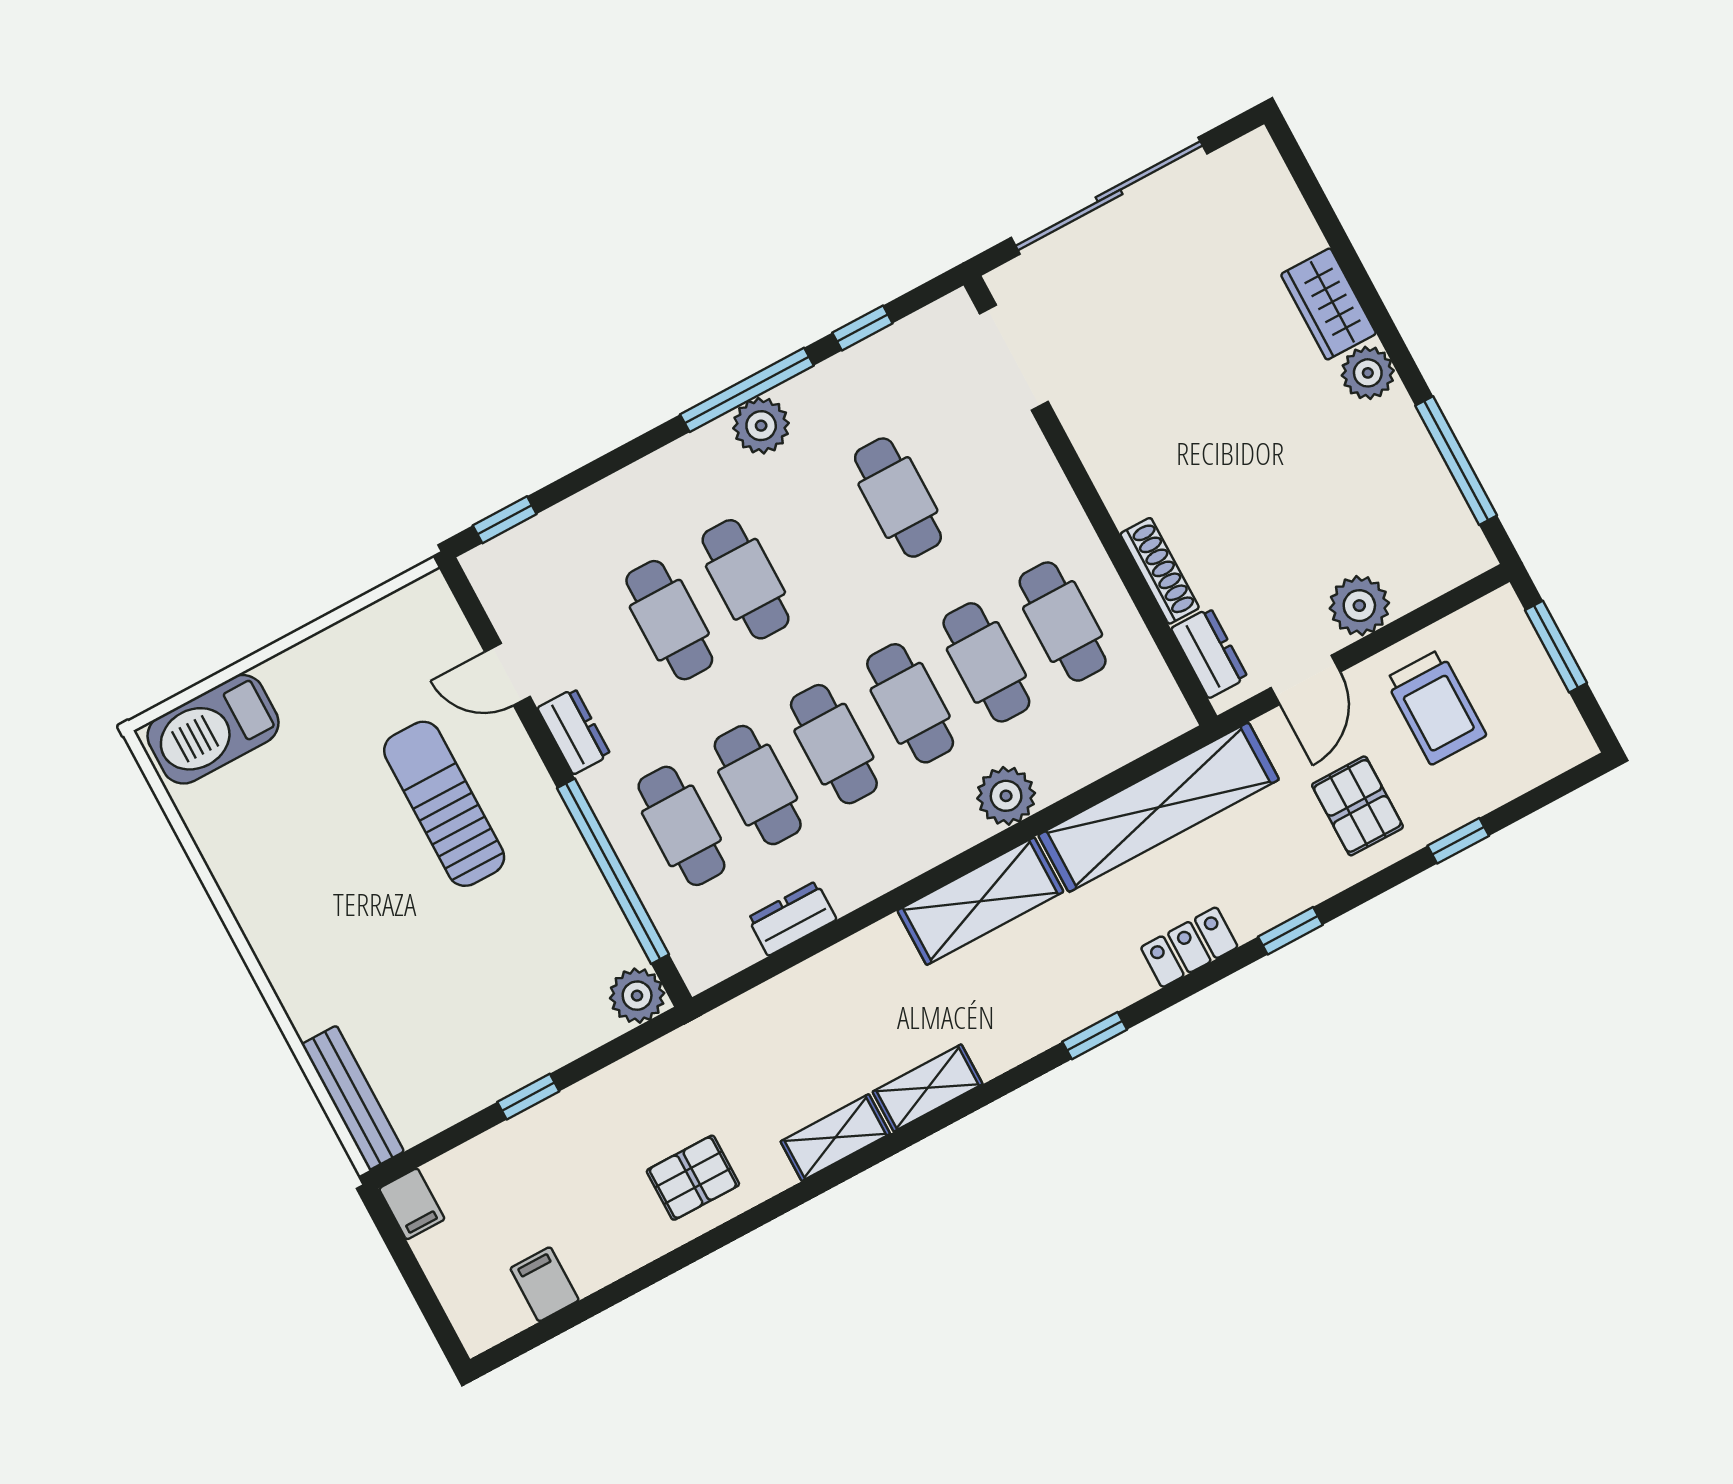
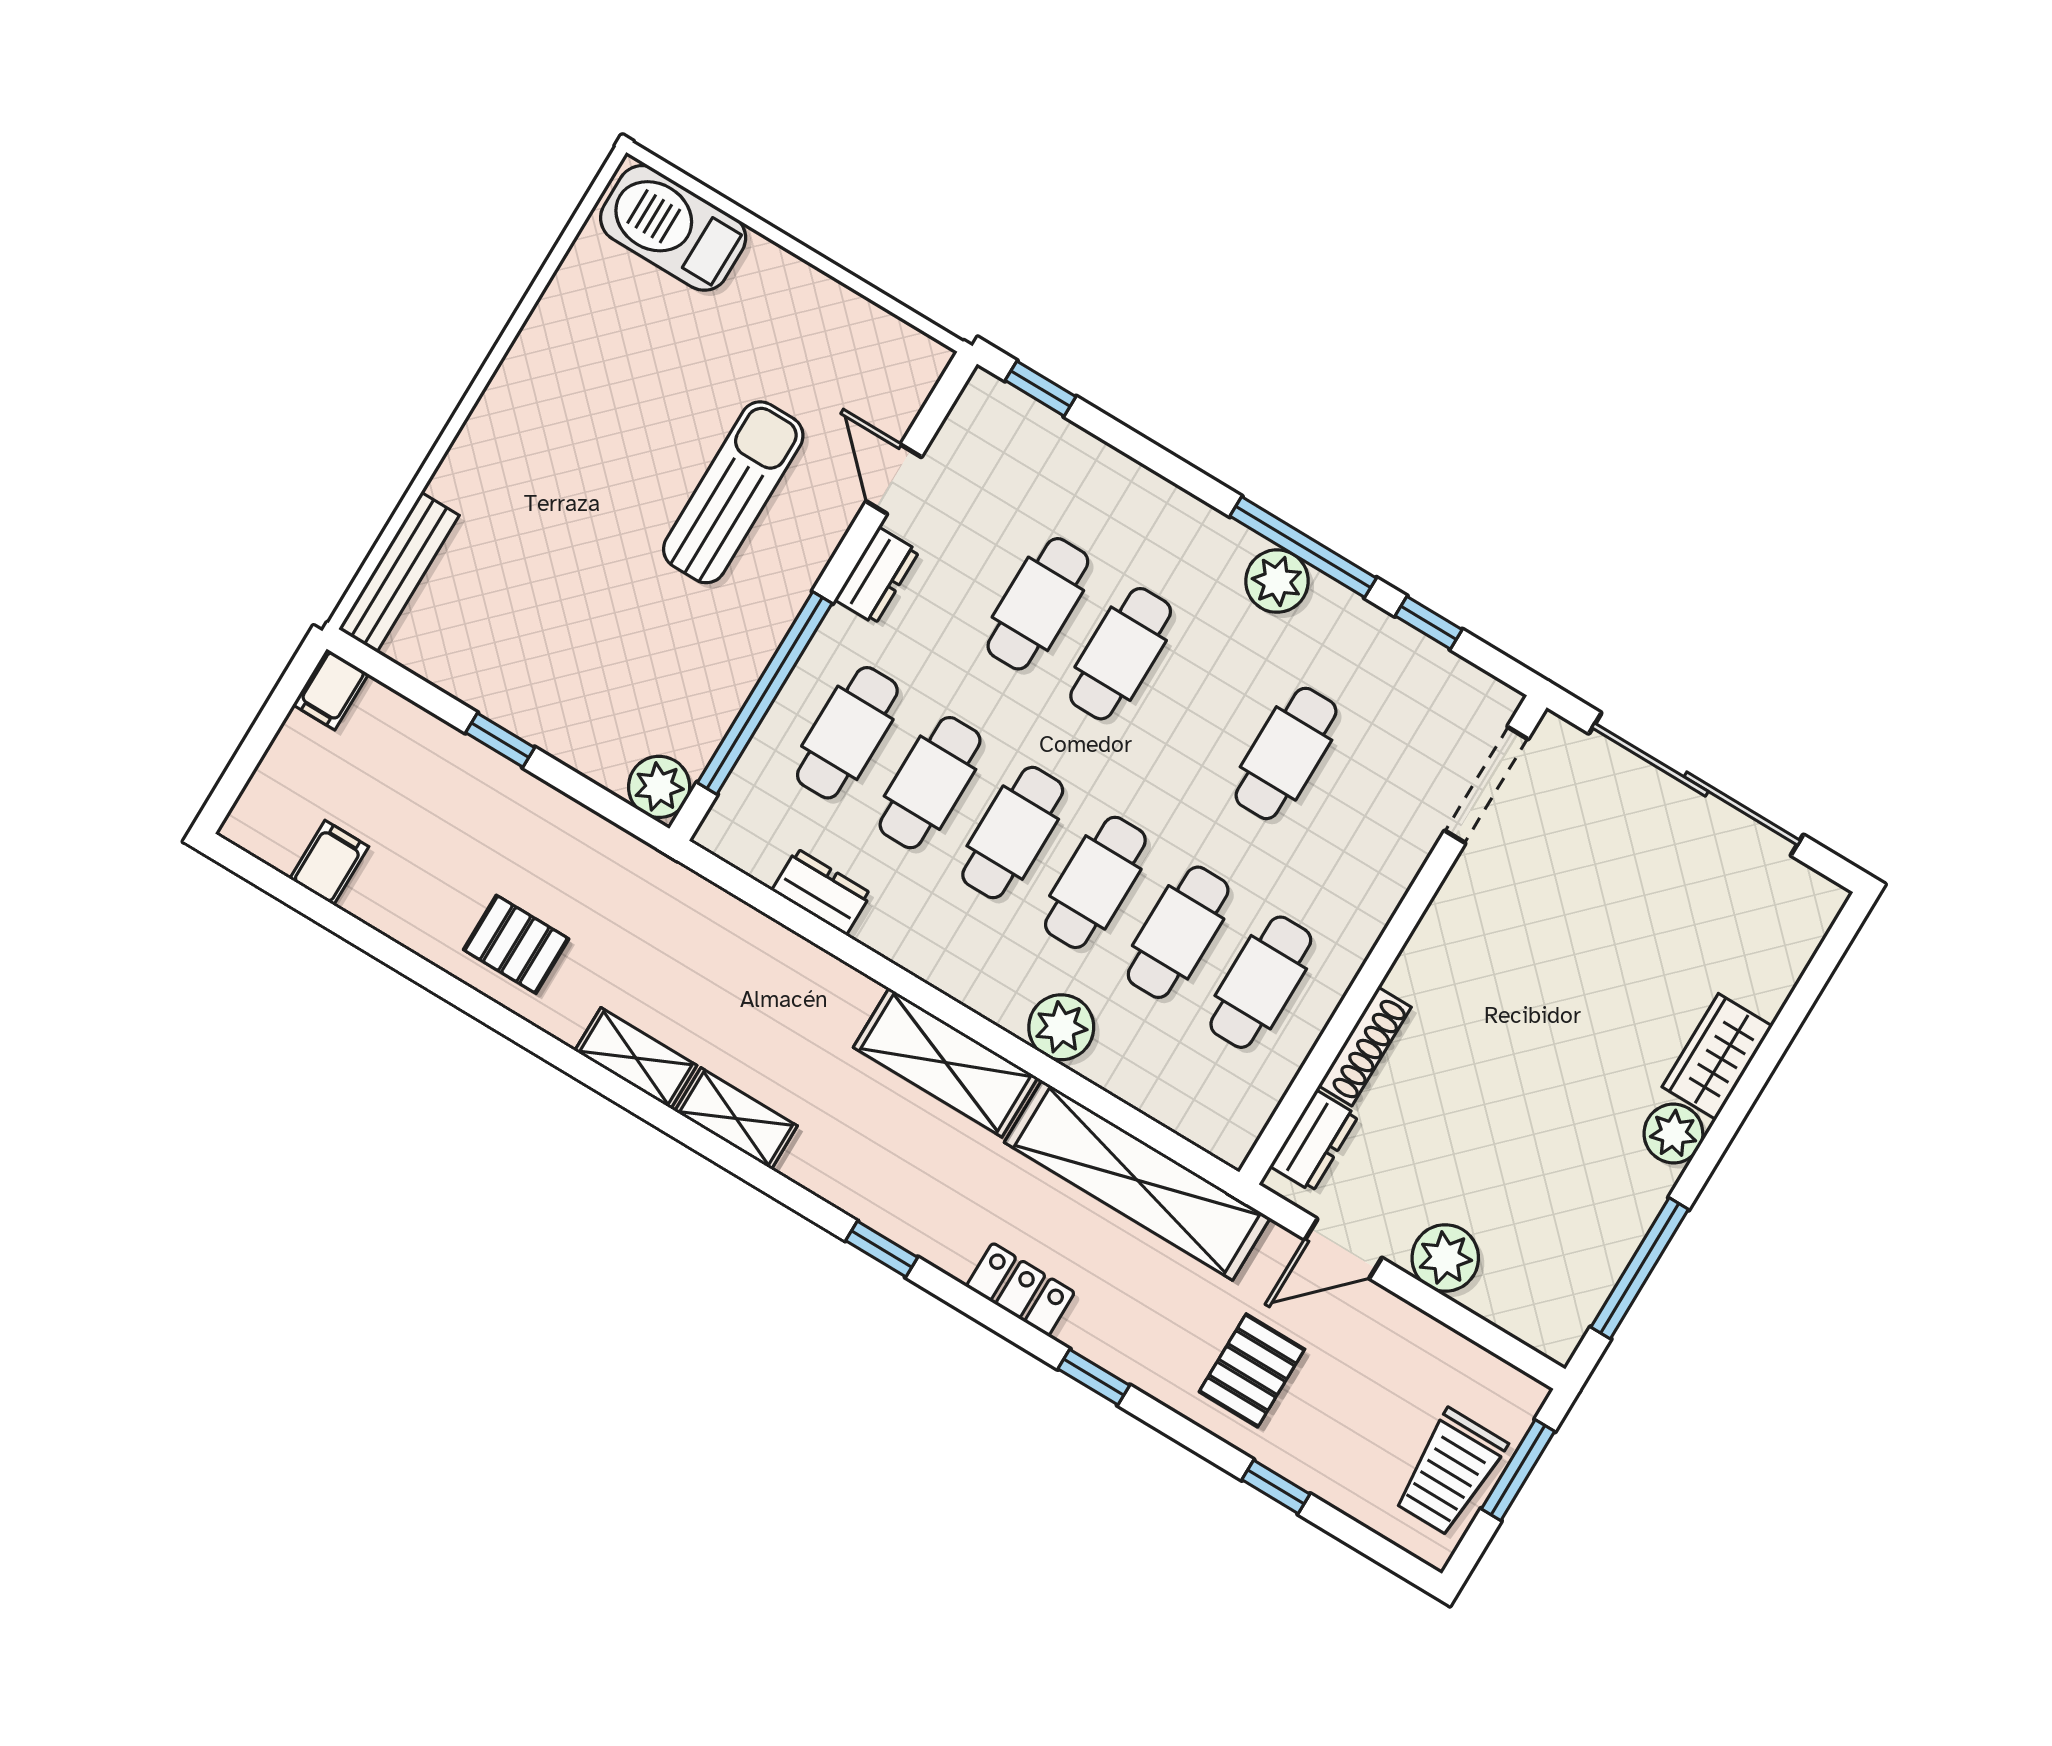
trolley: (1436, 707) -> (1450, 1472), moved

